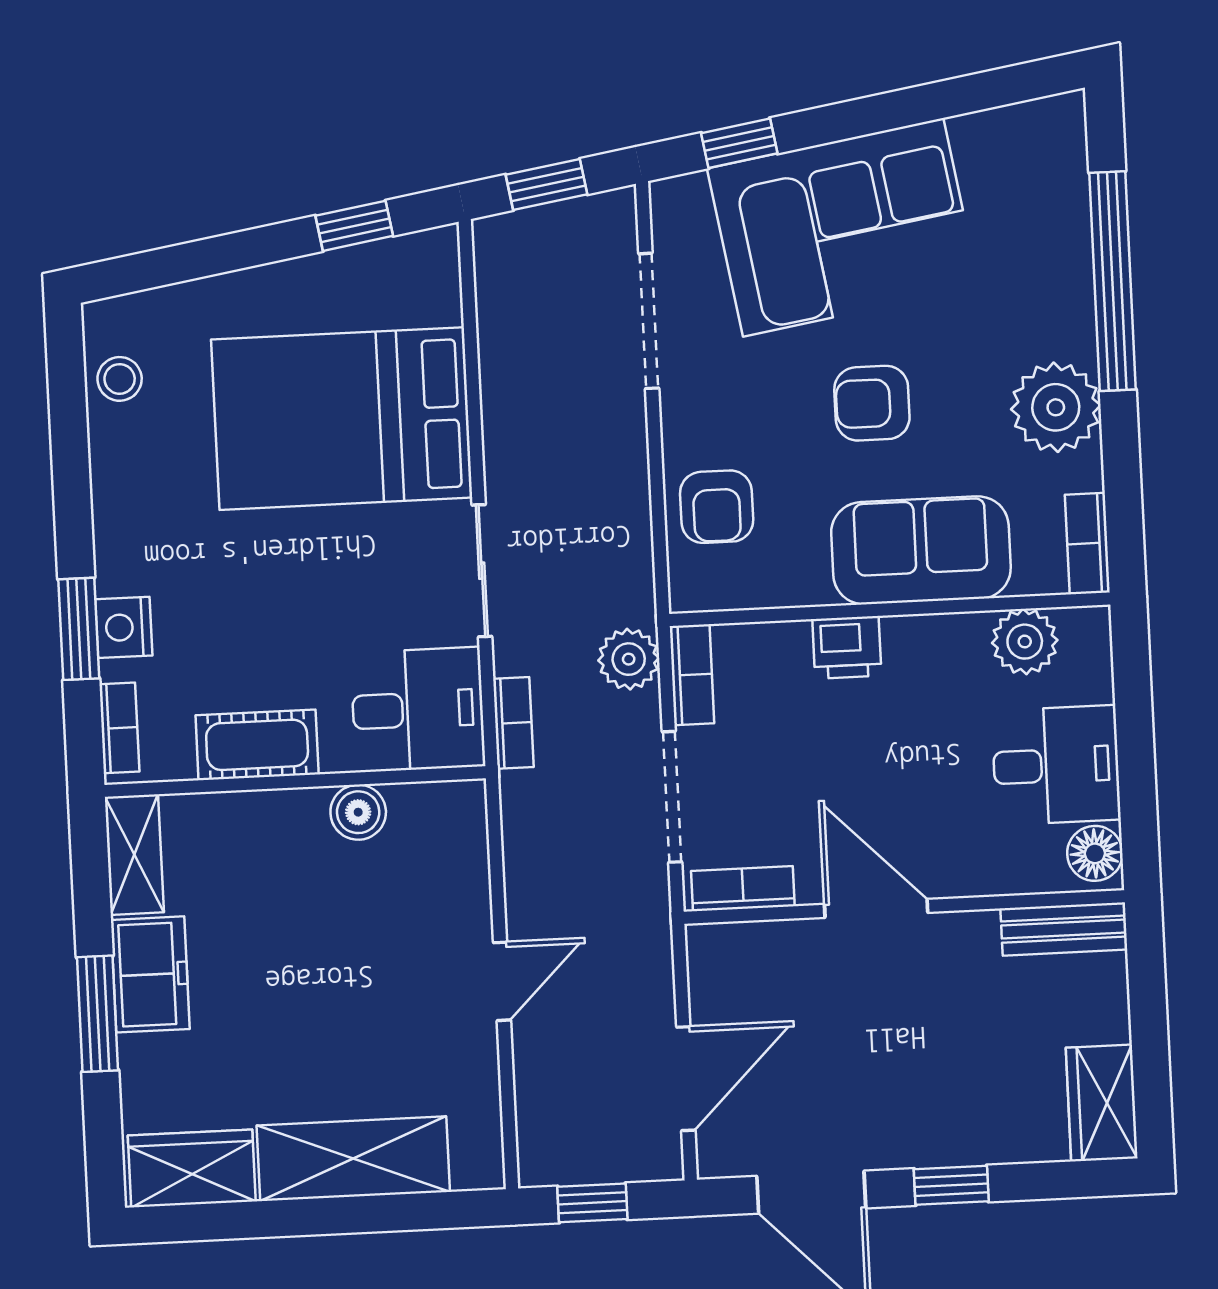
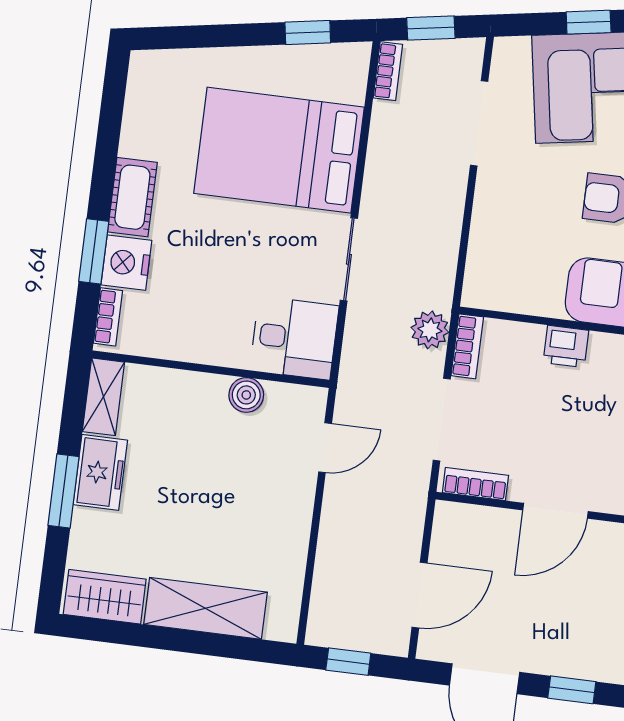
window: (739, 143) -> (589, 22), moved
stool: (120, 379) -> (146, 102), removed
armchair: (717, 507) -> (501, 245), removed
nightstand: (124, 627) -> (126, 263), width x1.36, depth x1.33
bookcase: (513, 723) -> (388, 71), moved
cot: (257, 745) -> (132, 197), moved, turned 90
door: (876, 908) -> (556, 511), swing flipped
door: (502, 981) -> (325, 448), moved

